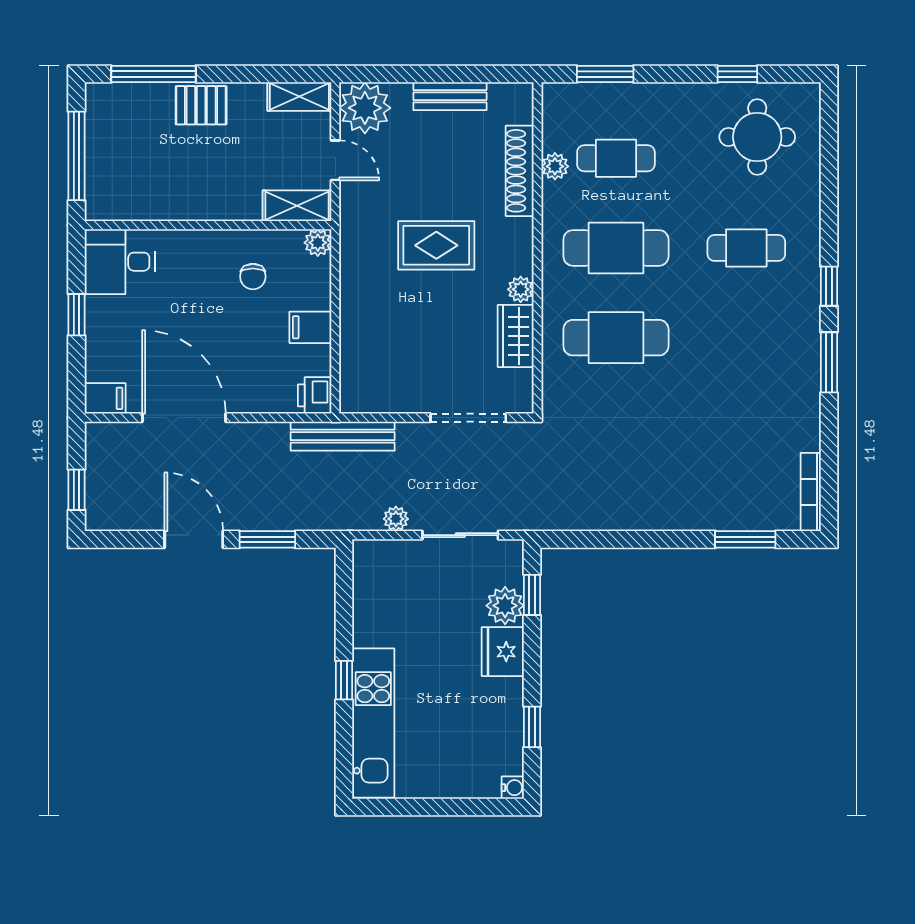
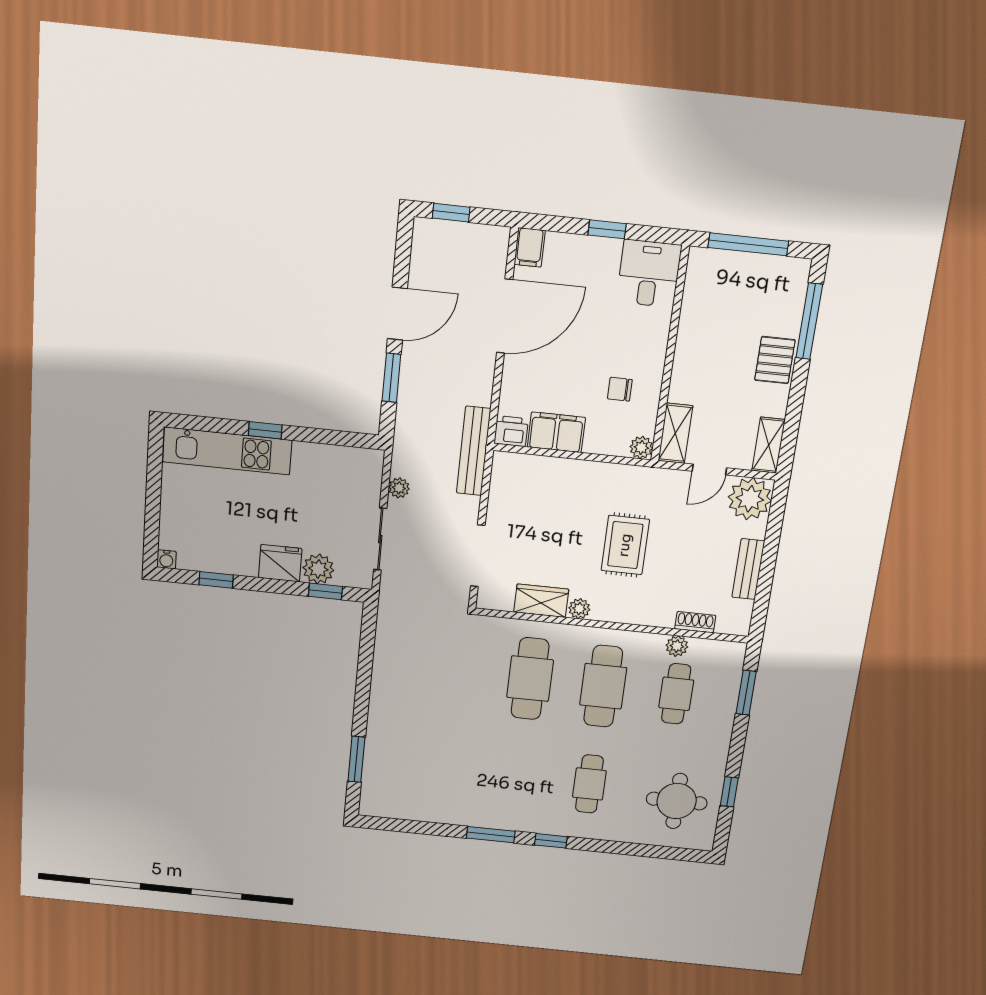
shoe rack: (520, 171) -> (695, 622), width x0.51, depth x0.81
filing cabinet: (310, 327) -> (556, 432), width x2.00
bookcase: (811, 492) -> (390, 811), removed

